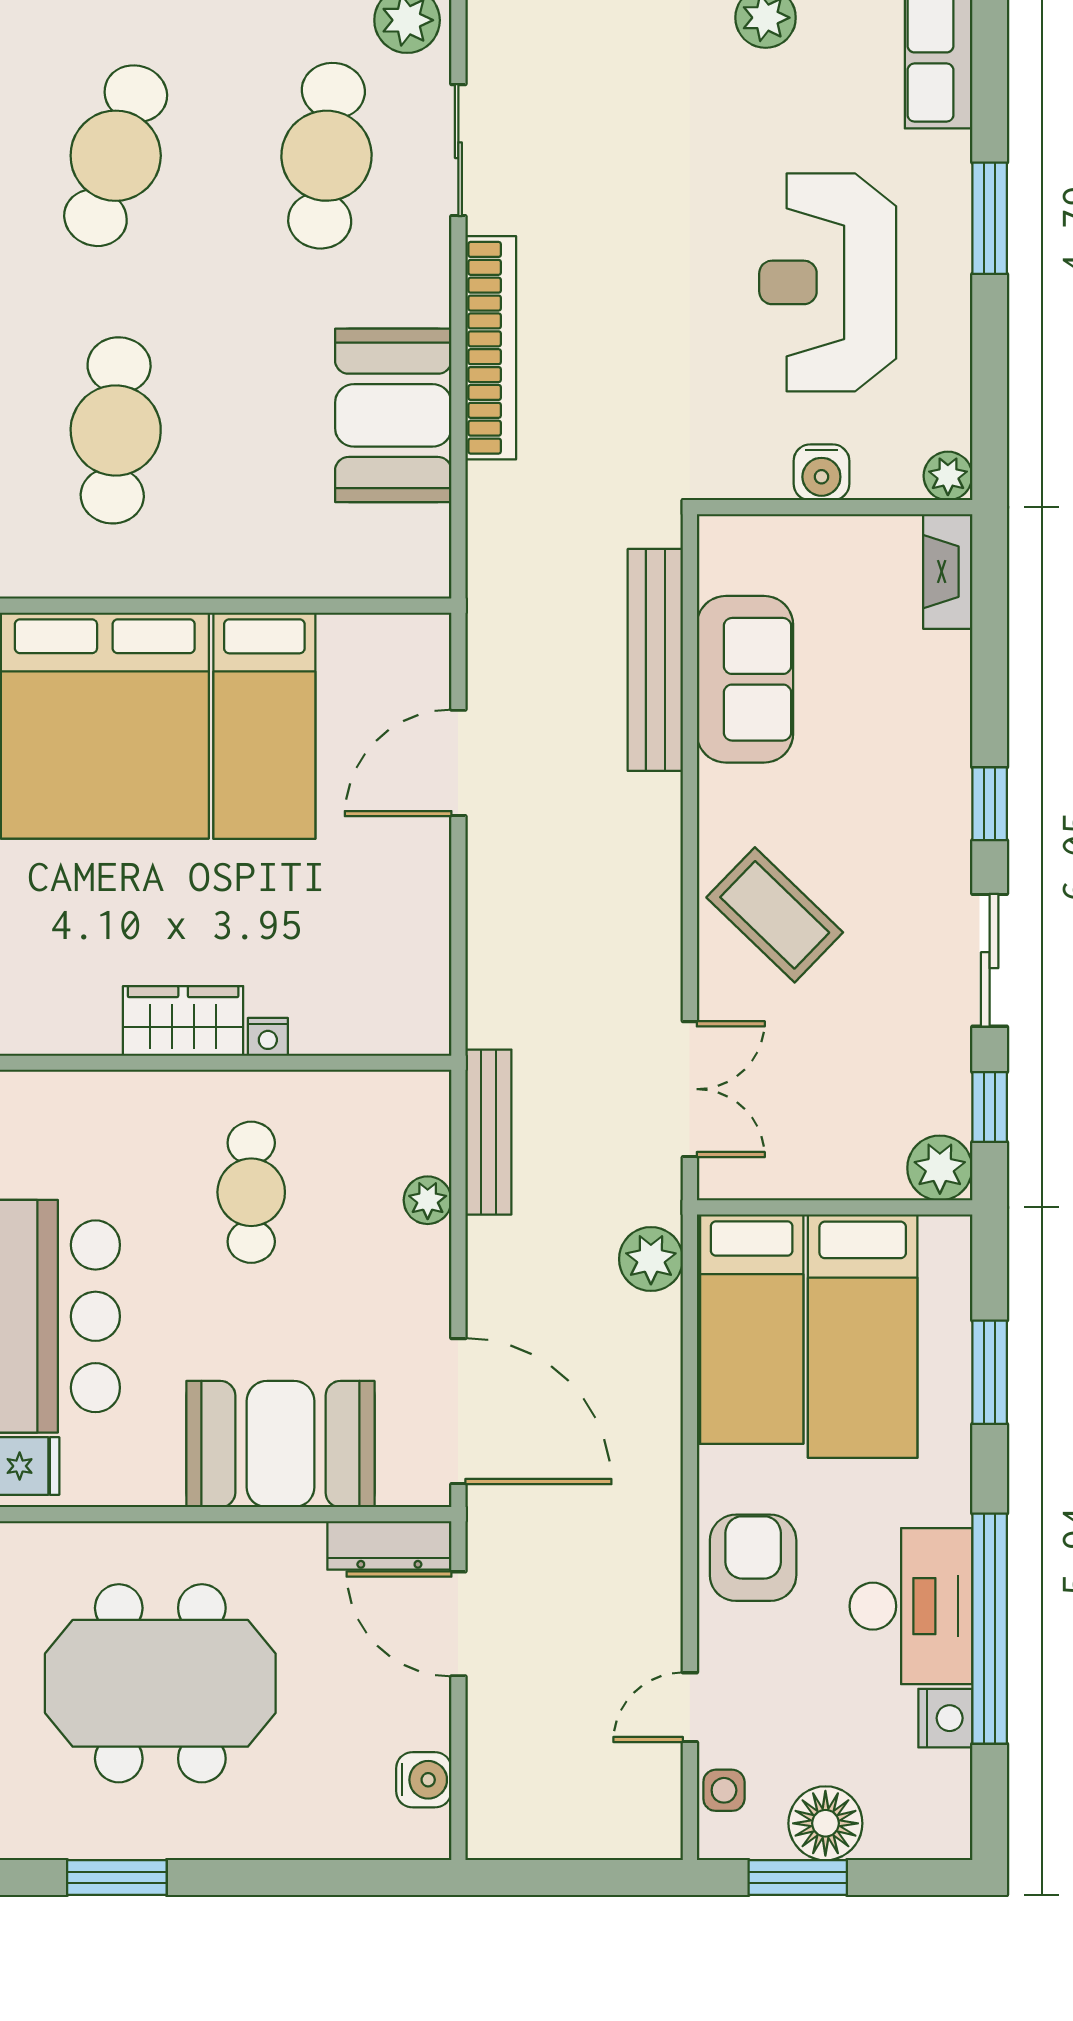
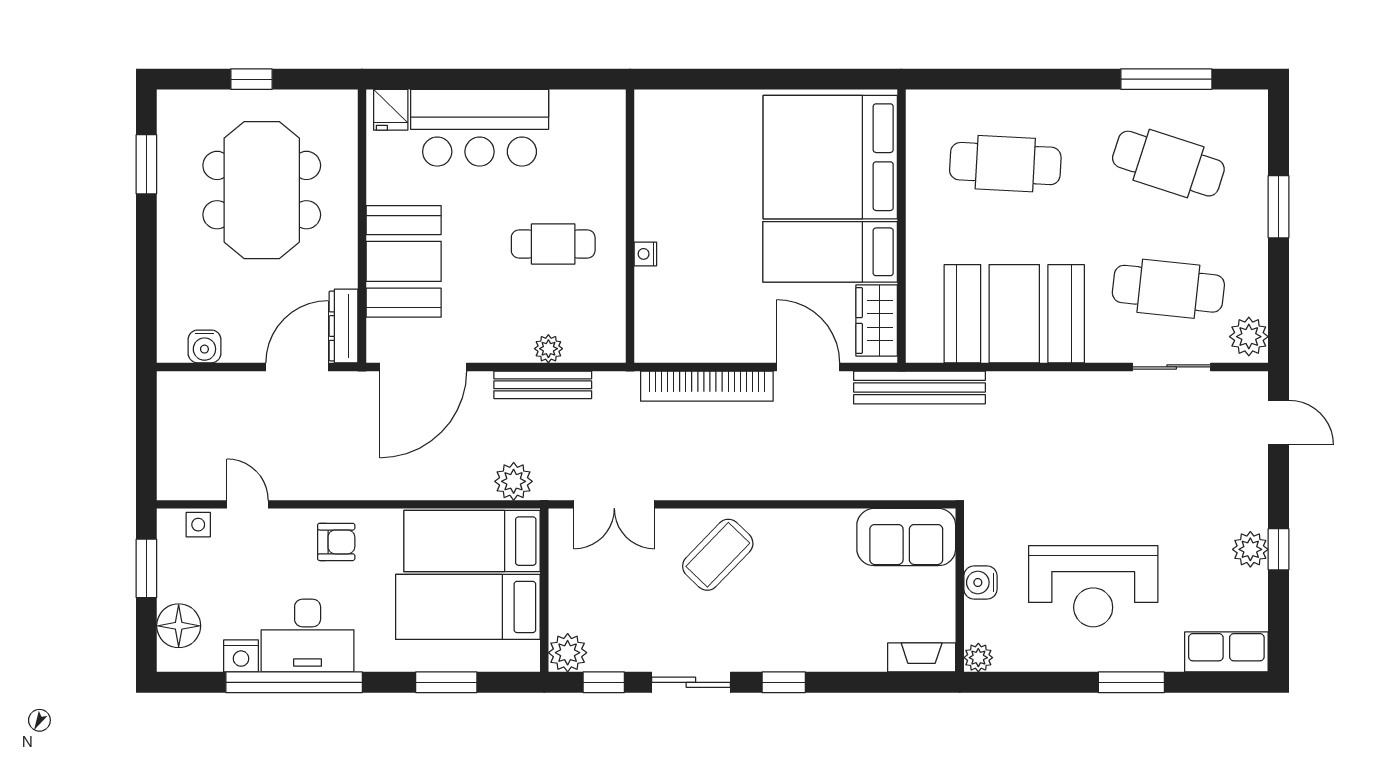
reception desk: (828, 282) -> (1093, 586), turned 180
bookcase: (491, 348) -> (707, 386), moved
booth: (393, 415) -> (1014, 314), width x1.36, depth x1.42
bench: (655, 660) -> (919, 387), moved
sofa: (745, 679) -> (906, 537), moved
wardrobe: (183, 1021) -> (877, 321), moved, turned 180
bench: (488, 1132) -> (543, 385), moved
armchair: (753, 1558) -> (336, 542), width x0.72, depth x0.72
floor lamp: (825, 1823) -> (179, 626), moved

